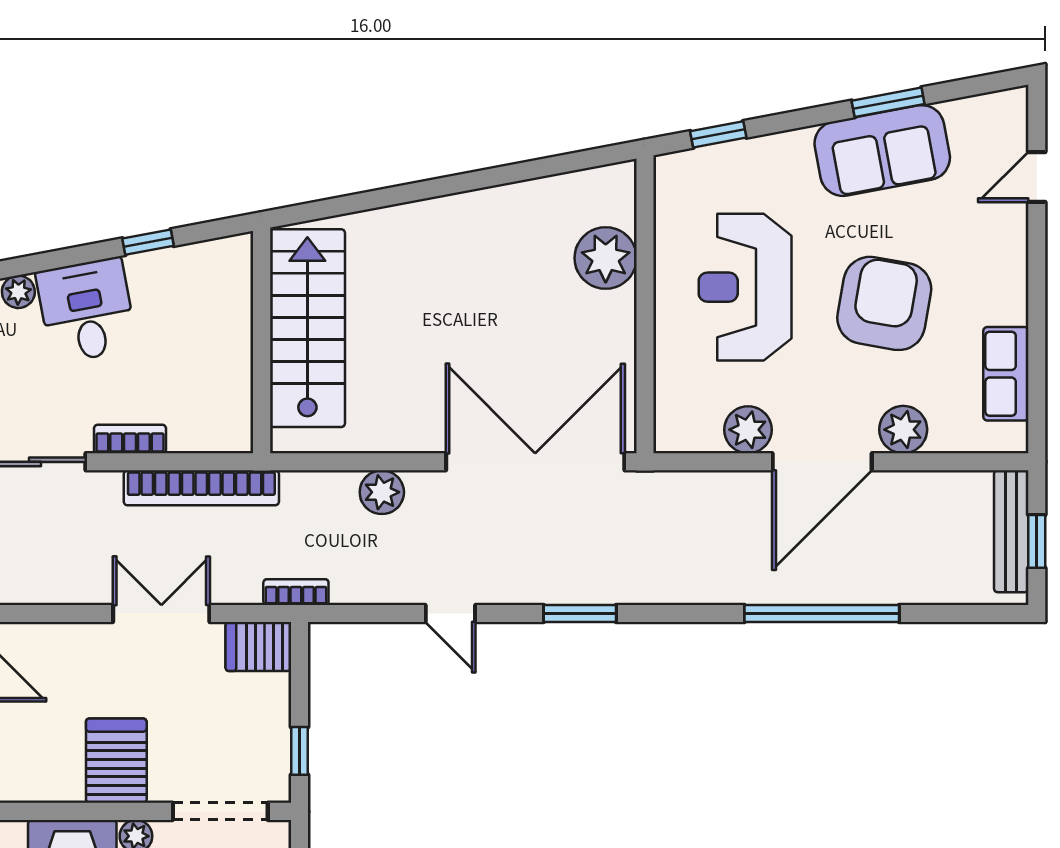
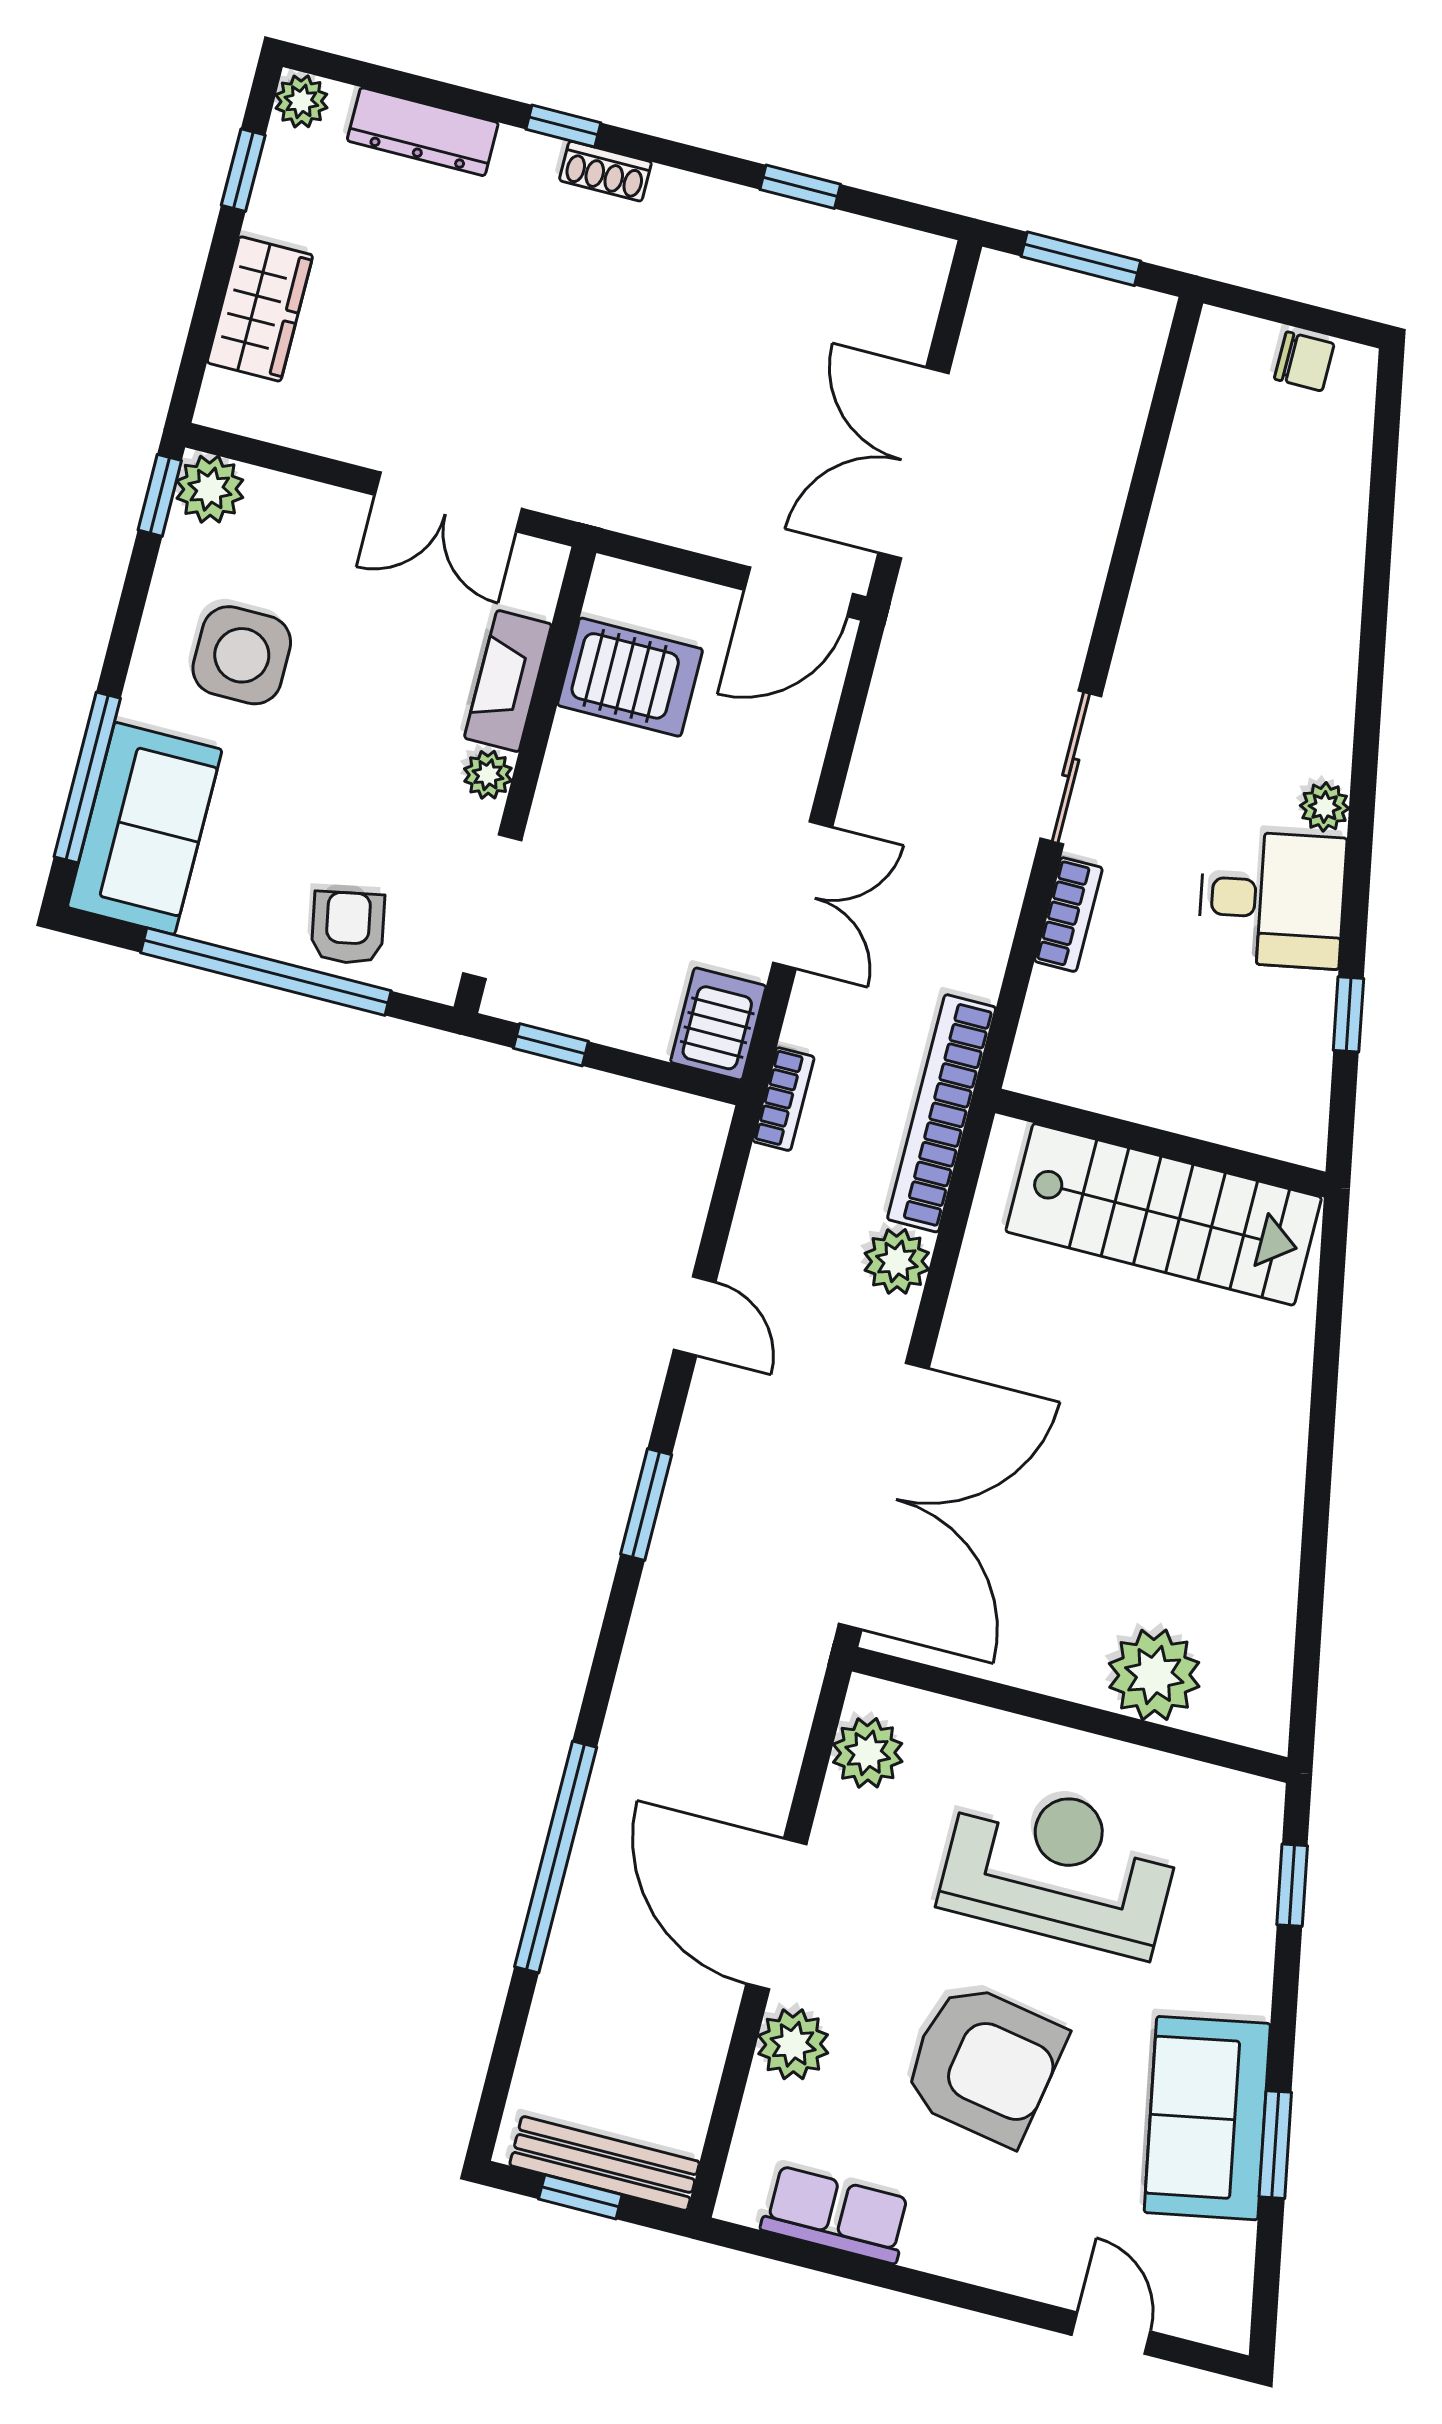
plant: (748, 430) -> (868, 1753), moved
bookcase: (201, 488) -> (942, 1113), moved
door: (450, 613) -> (695, 1316), swing flipped
server rack: (116, 761) -> (630, 677), moved

